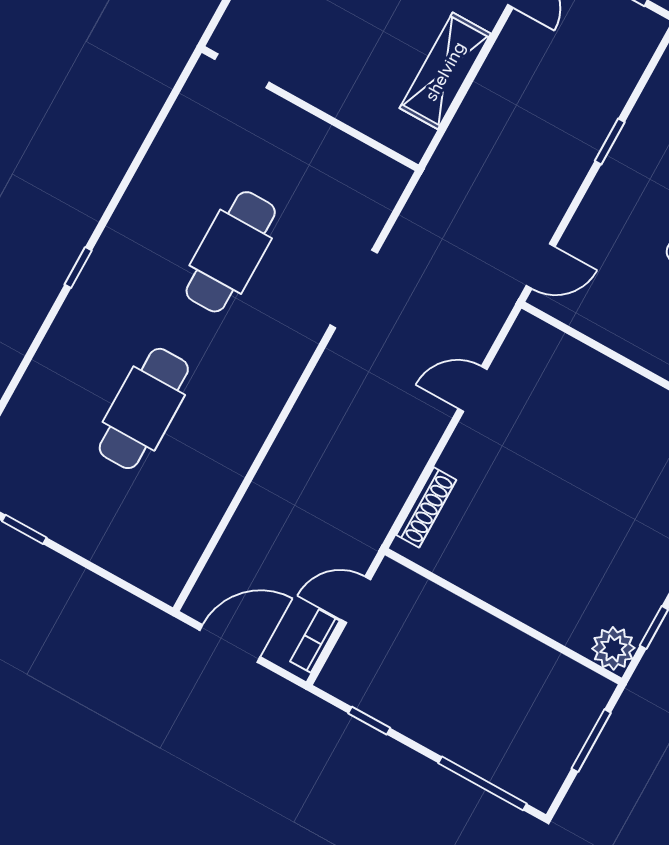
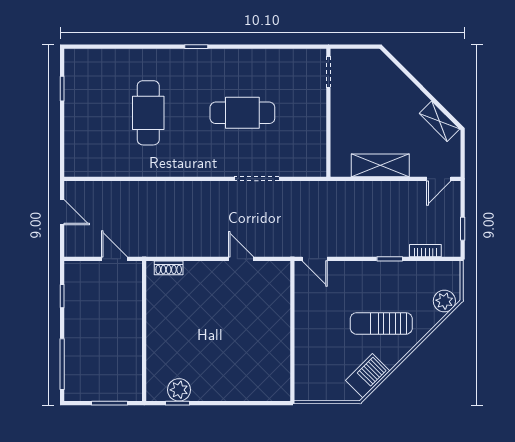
cafe table: (144, 408) -> (148, 113), turned 90
shoe rack: (426, 507) -> (169, 268), width x0.70
bookcase: (315, 641) -> (425, 251), moved
door: (230, 643) -> (62, 212), width x0.73
plant: (613, 648) -> (179, 390), moved

